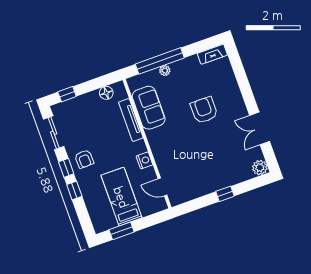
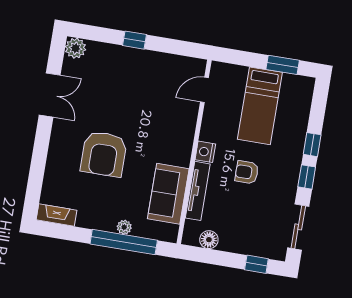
armchair: (204, 110) -> (104, 154), width x1.36, depth x1.36
armchair: (84, 159) -> (247, 172), moved, turned -88
nightstand: (144, 160) -> (205, 152), moved
door: (163, 187) -> (204, 90), swing flipped

